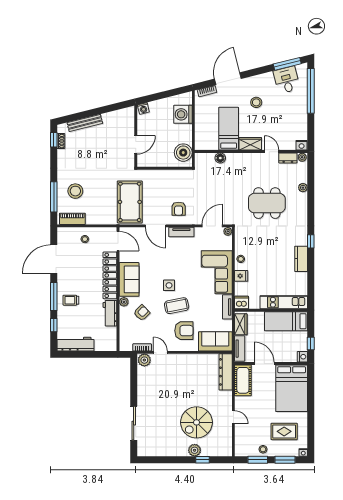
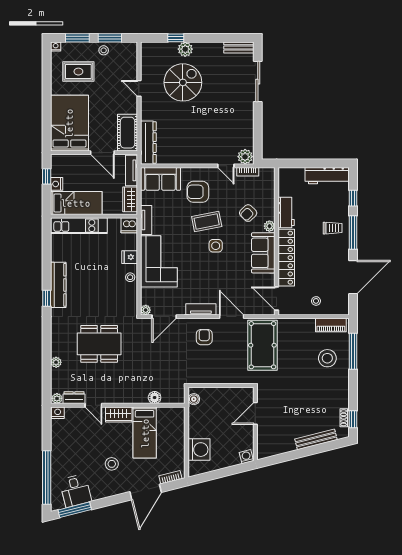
boiler: (183, 153) -> (194, 399), width x0.54, depth x0.54
kitchen counter: (301, 259) -> (58, 285), width x1.50
nightstand: (302, 357) -> (57, 184), moved
bench: (150, 452) -> (239, 47), added

